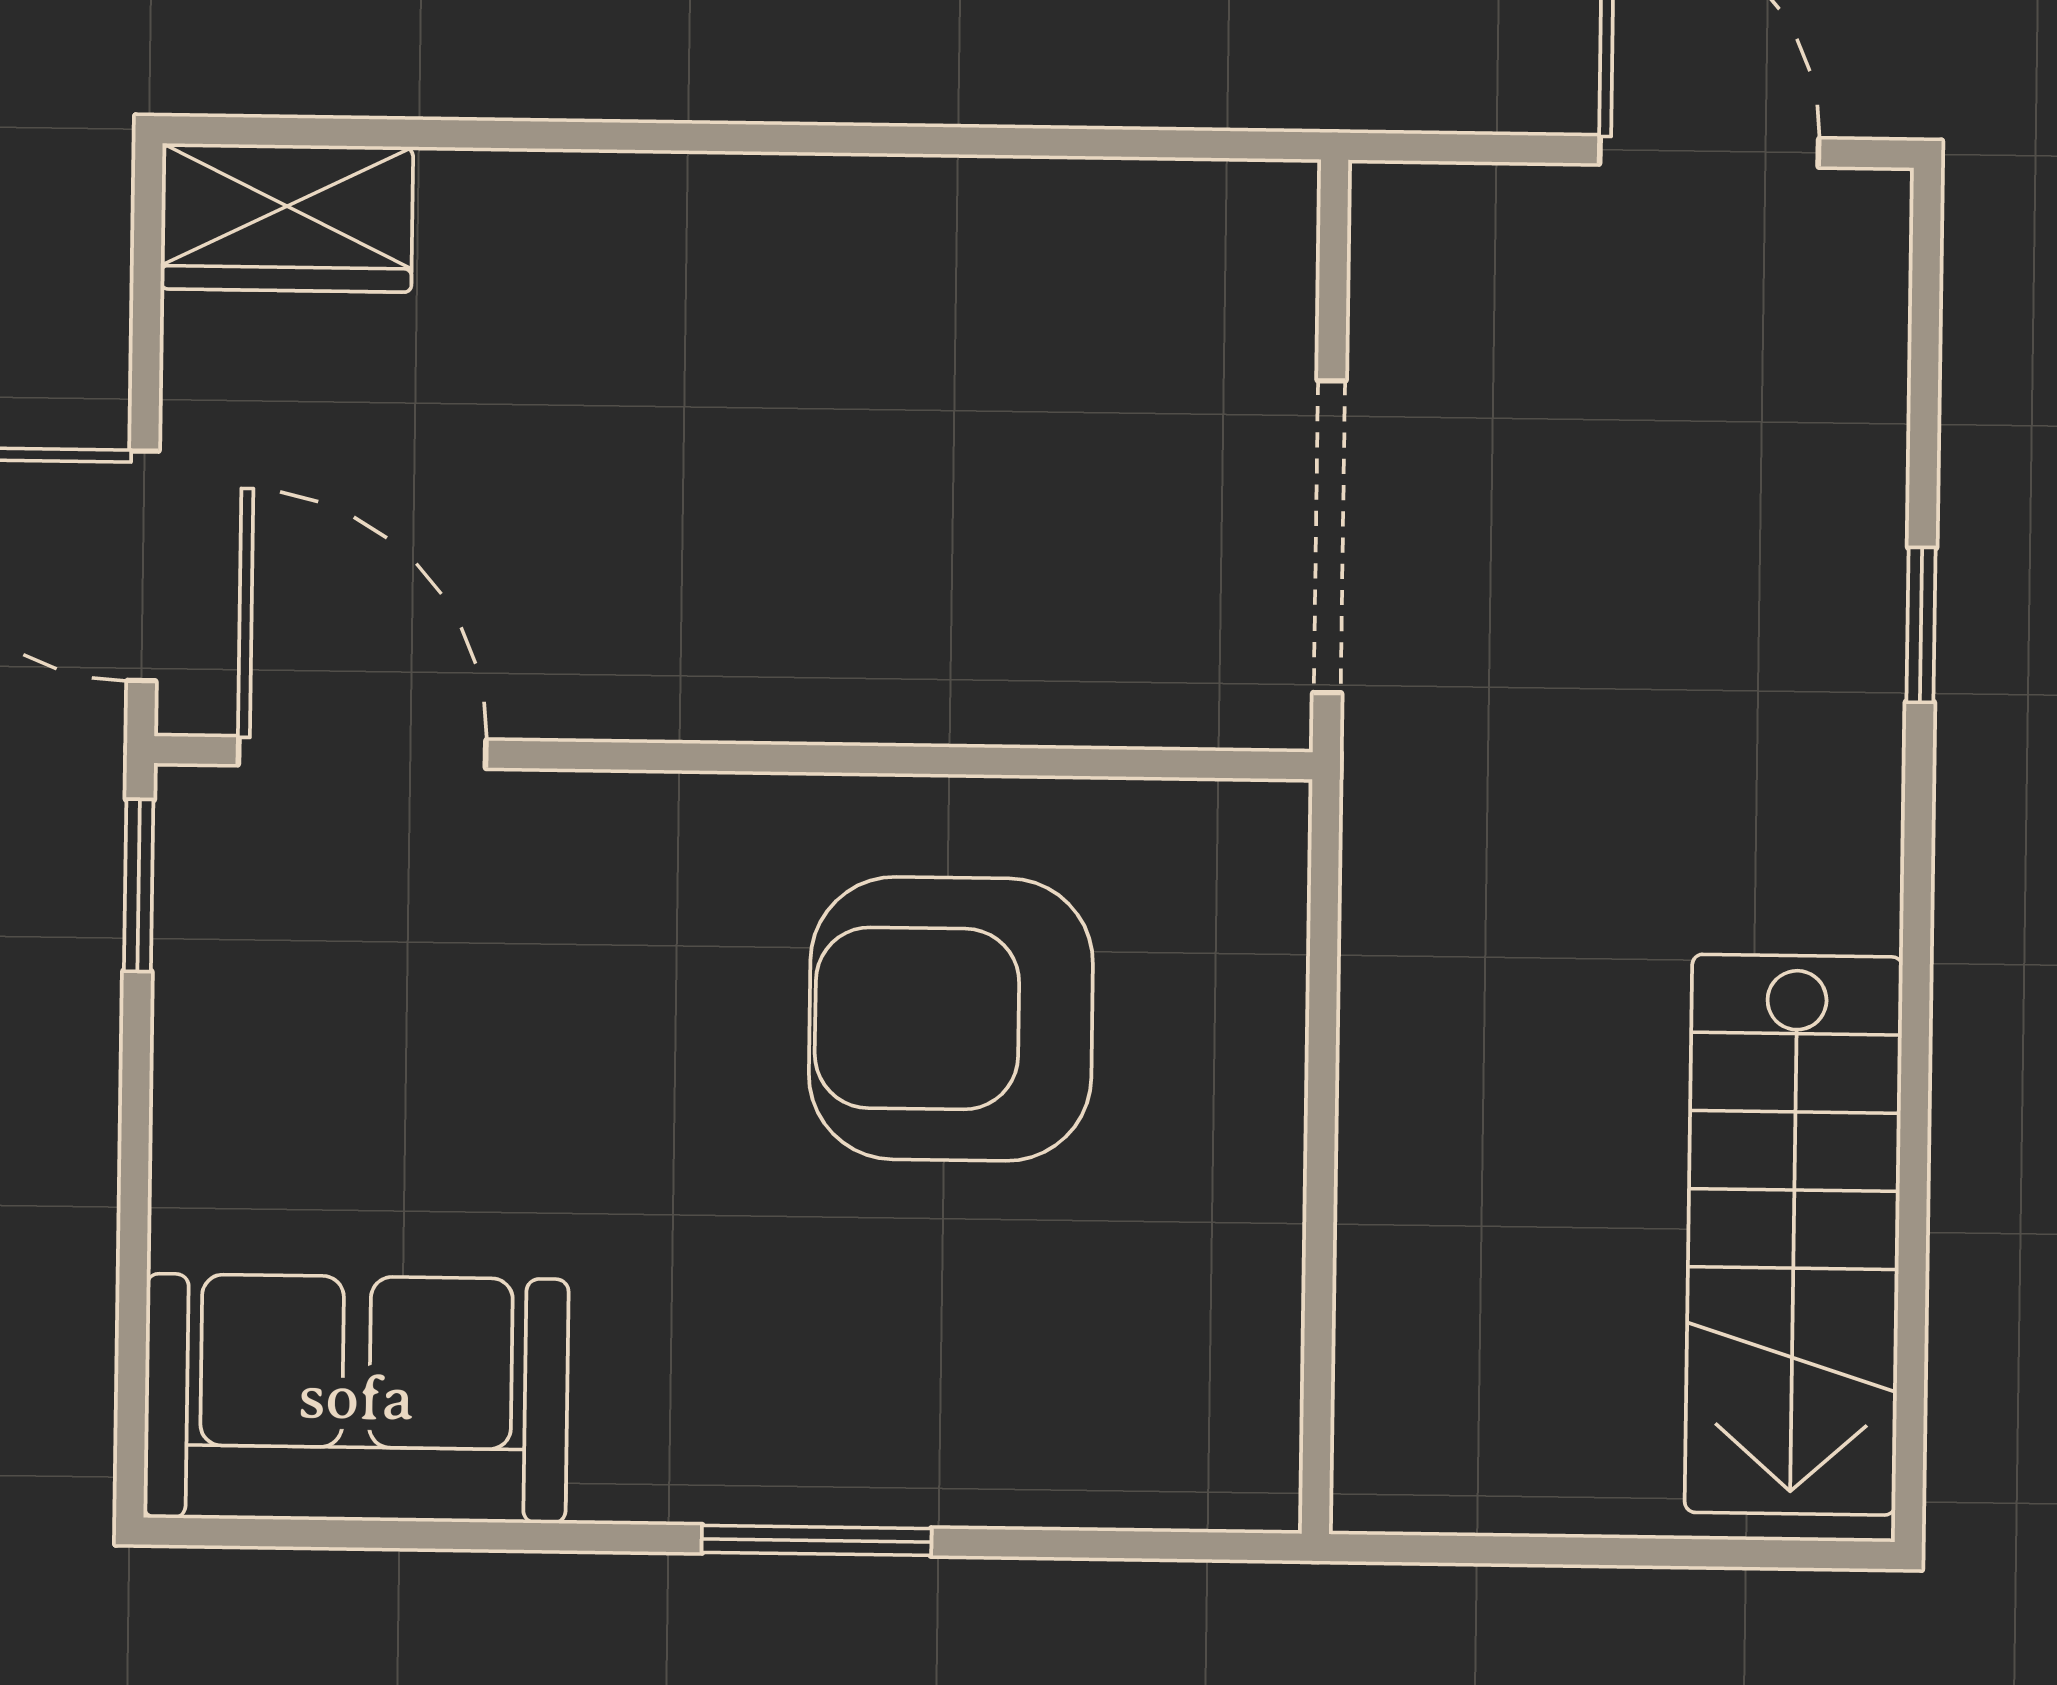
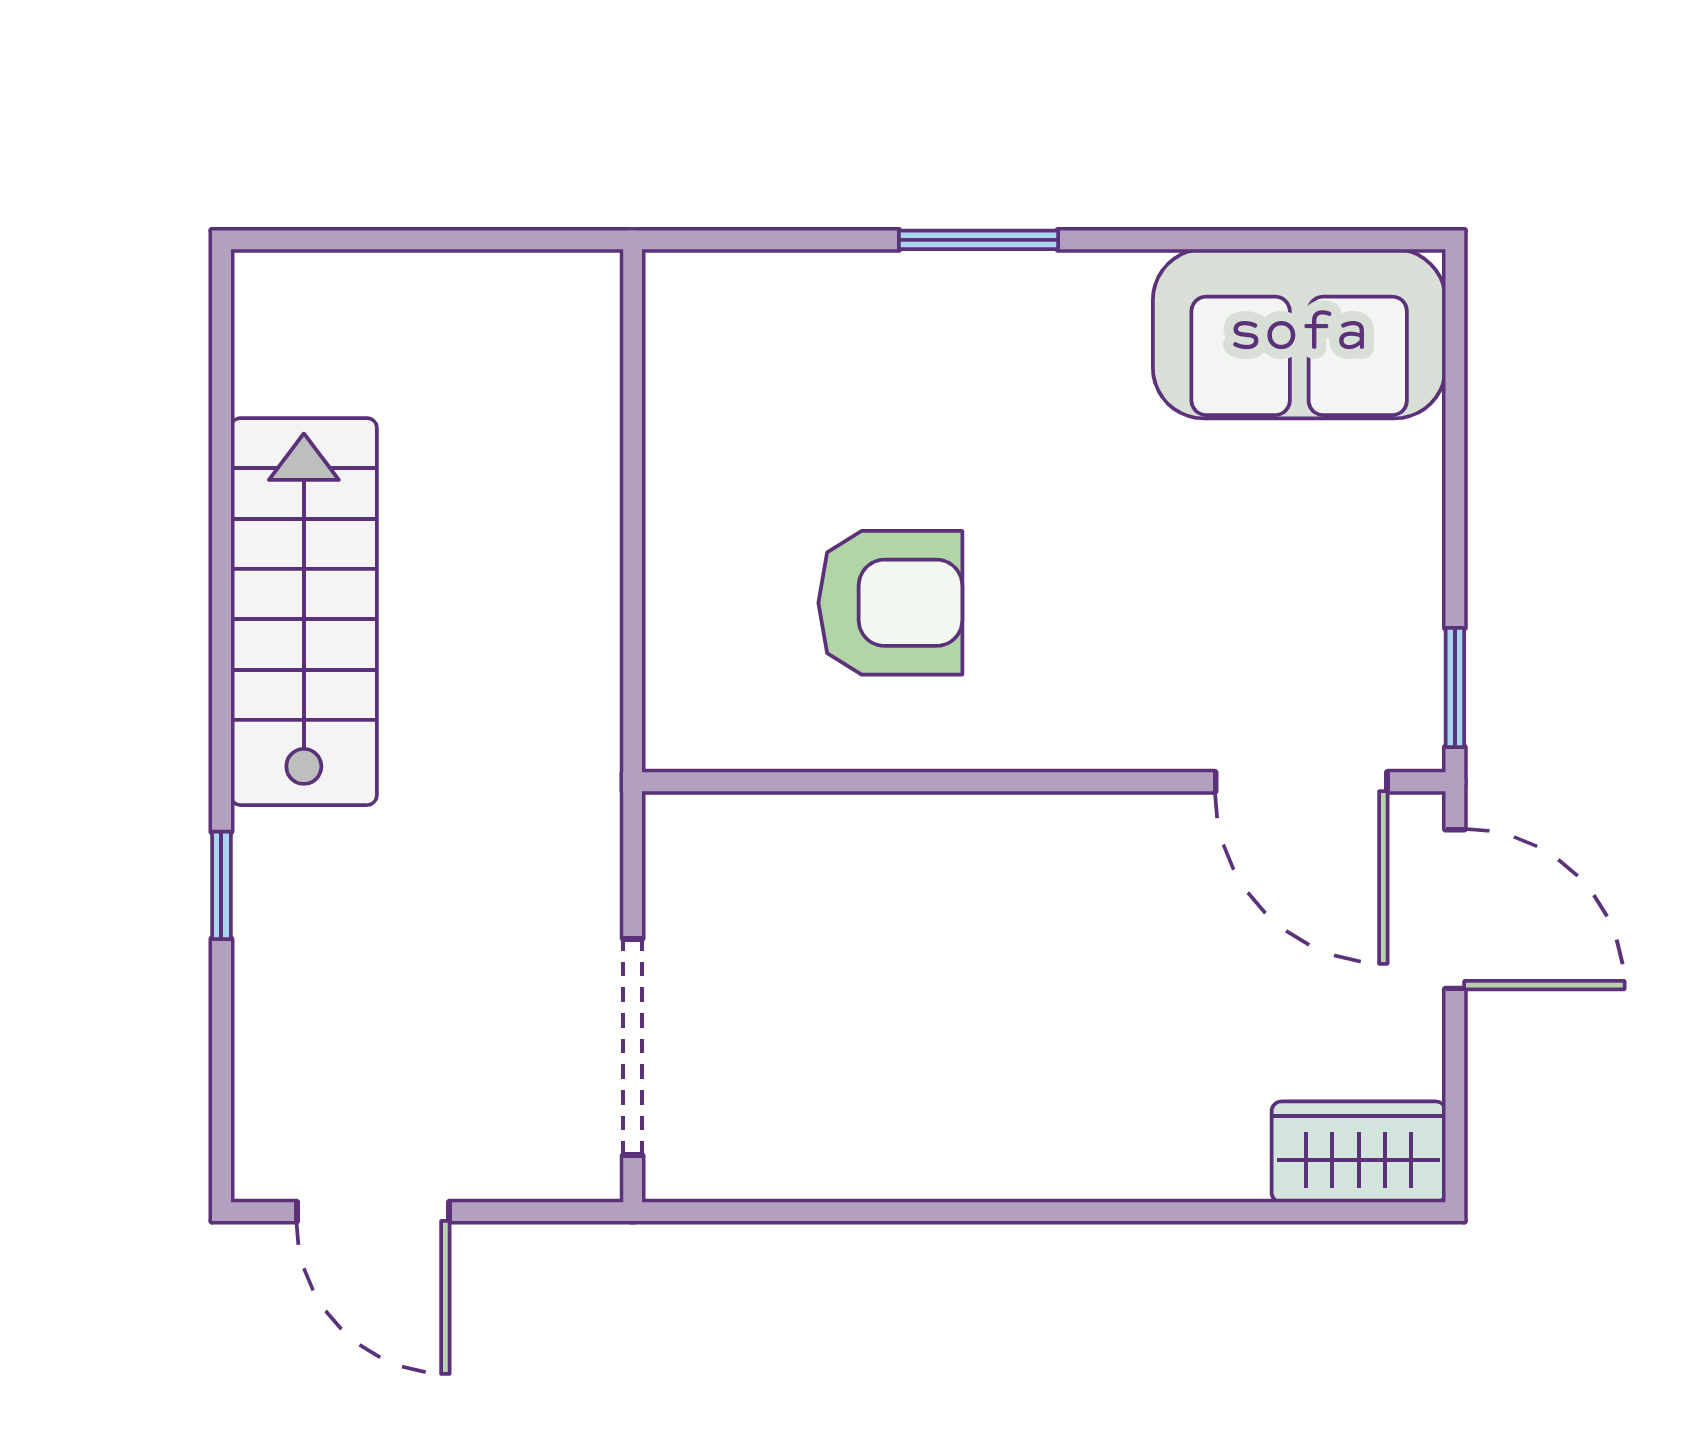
doorway: (1329, 537) -> (633, 1047), moved
armchair: (951, 1019) -> (890, 603), width x0.73, depth x0.73
stairs: (1794, 1235) -> (304, 612), moved

